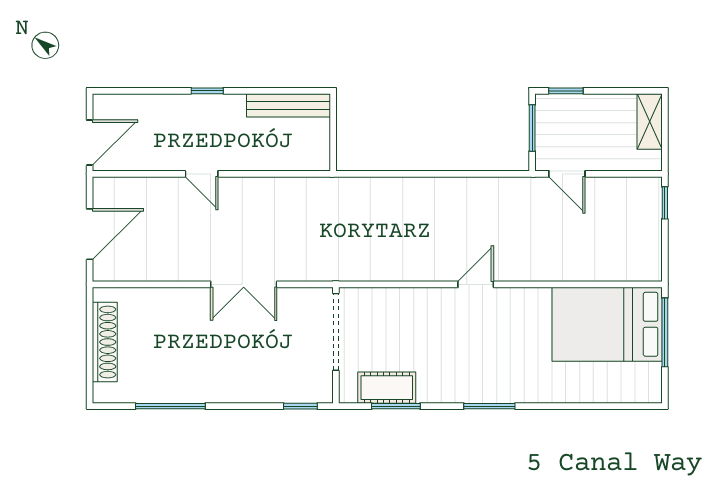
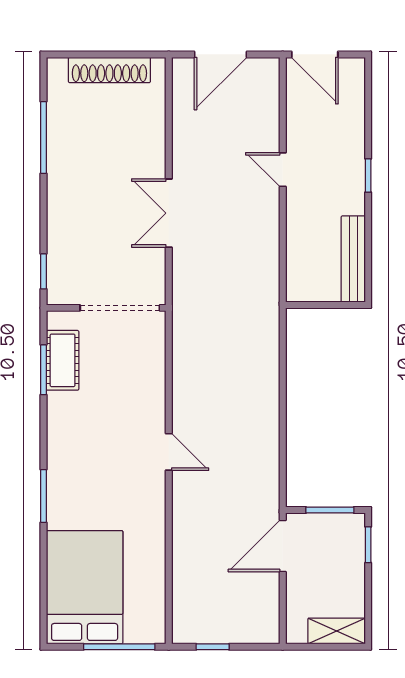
door: (202, 174) -> (283, 170), hinge flipped
door: (567, 174) -> (283, 546), width x1.38
window: (665, 203) -> (213, 647), moved
door: (90, 234) -> (220, 54), hinge flipped
bed: (607, 324) -> (85, 587), moved
window: (489, 406) -> (43, 496), moved

